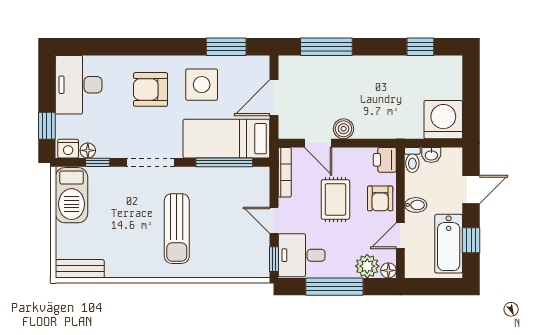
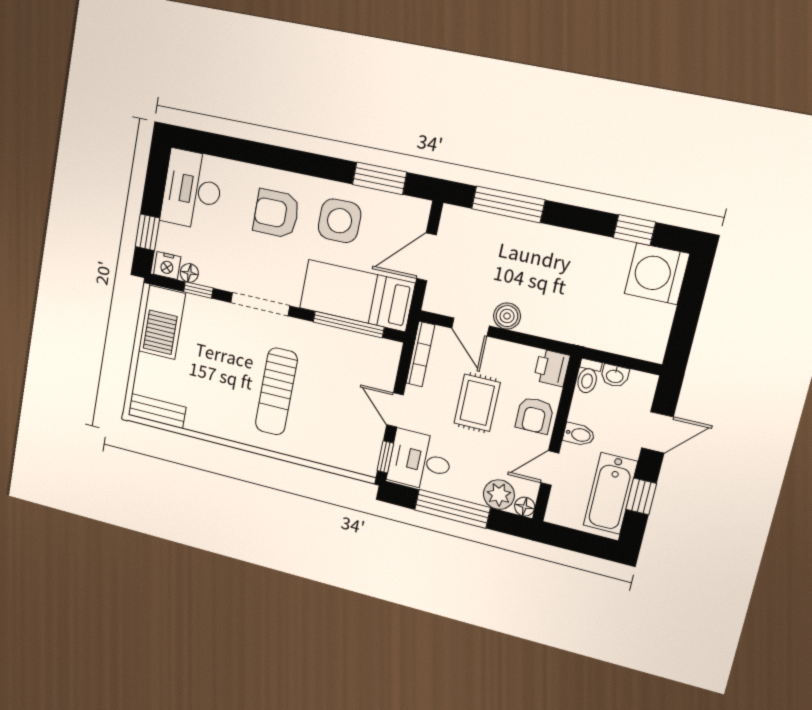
washing machine: (443, 120) -> (657, 274), moved, turned -90

